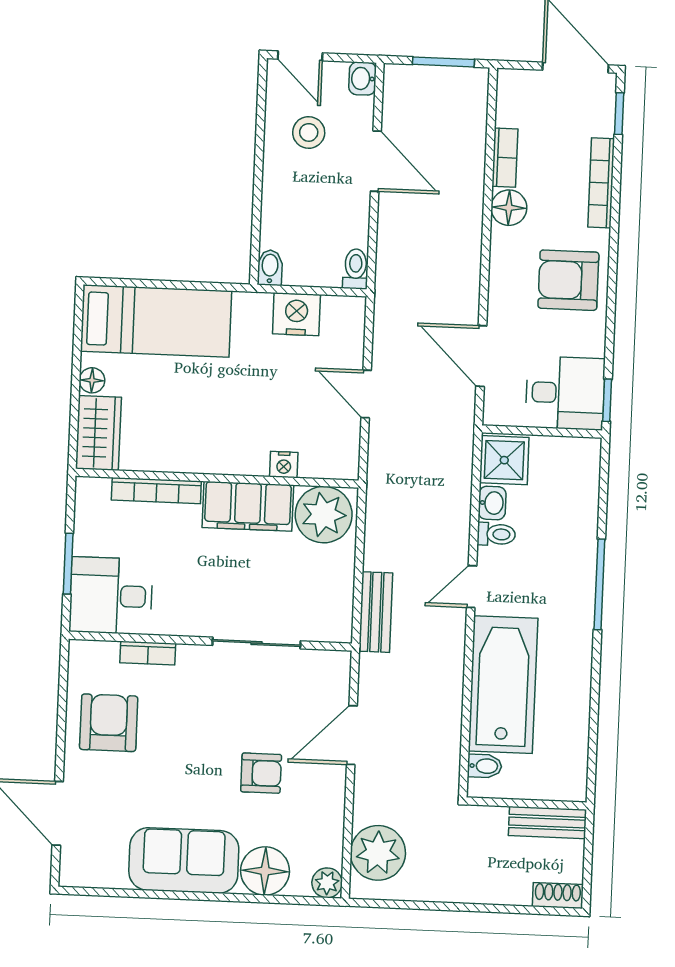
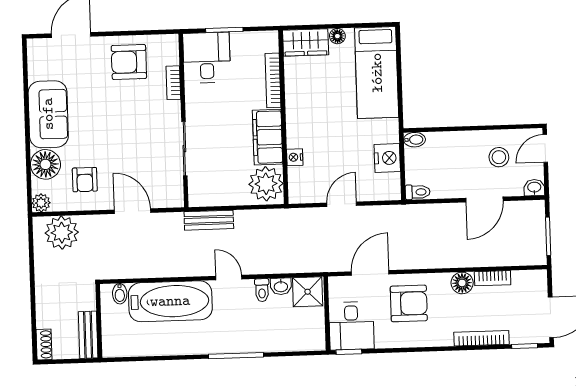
armchair: (568, 280) -> (409, 303), moved, turned 90
armchair: (109, 723) -> (129, 62), turned 180
armchair: (261, 773) -> (85, 180), moved

